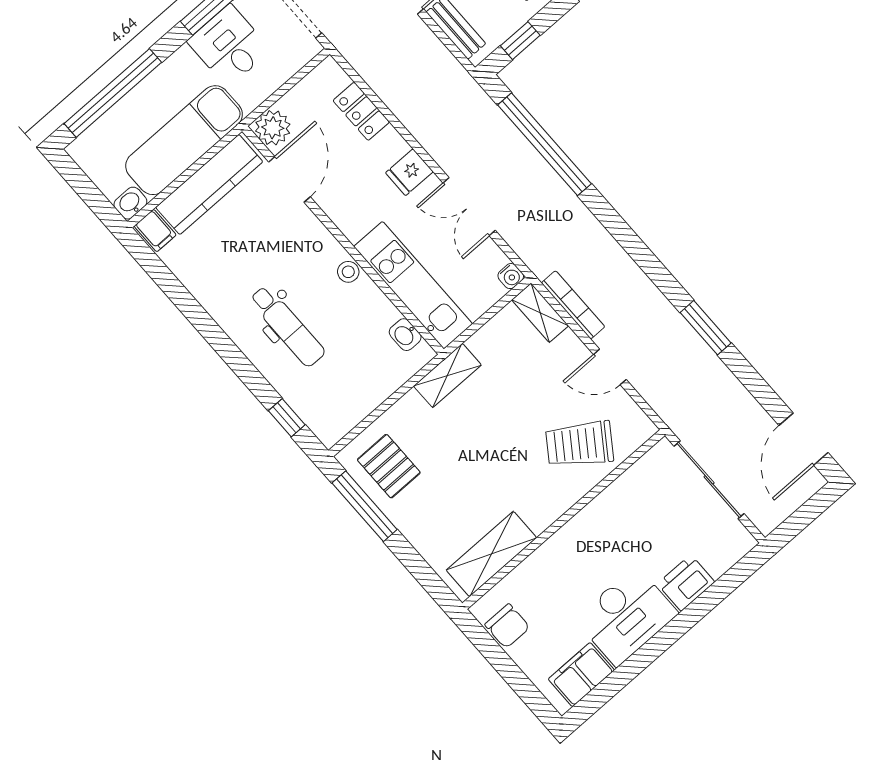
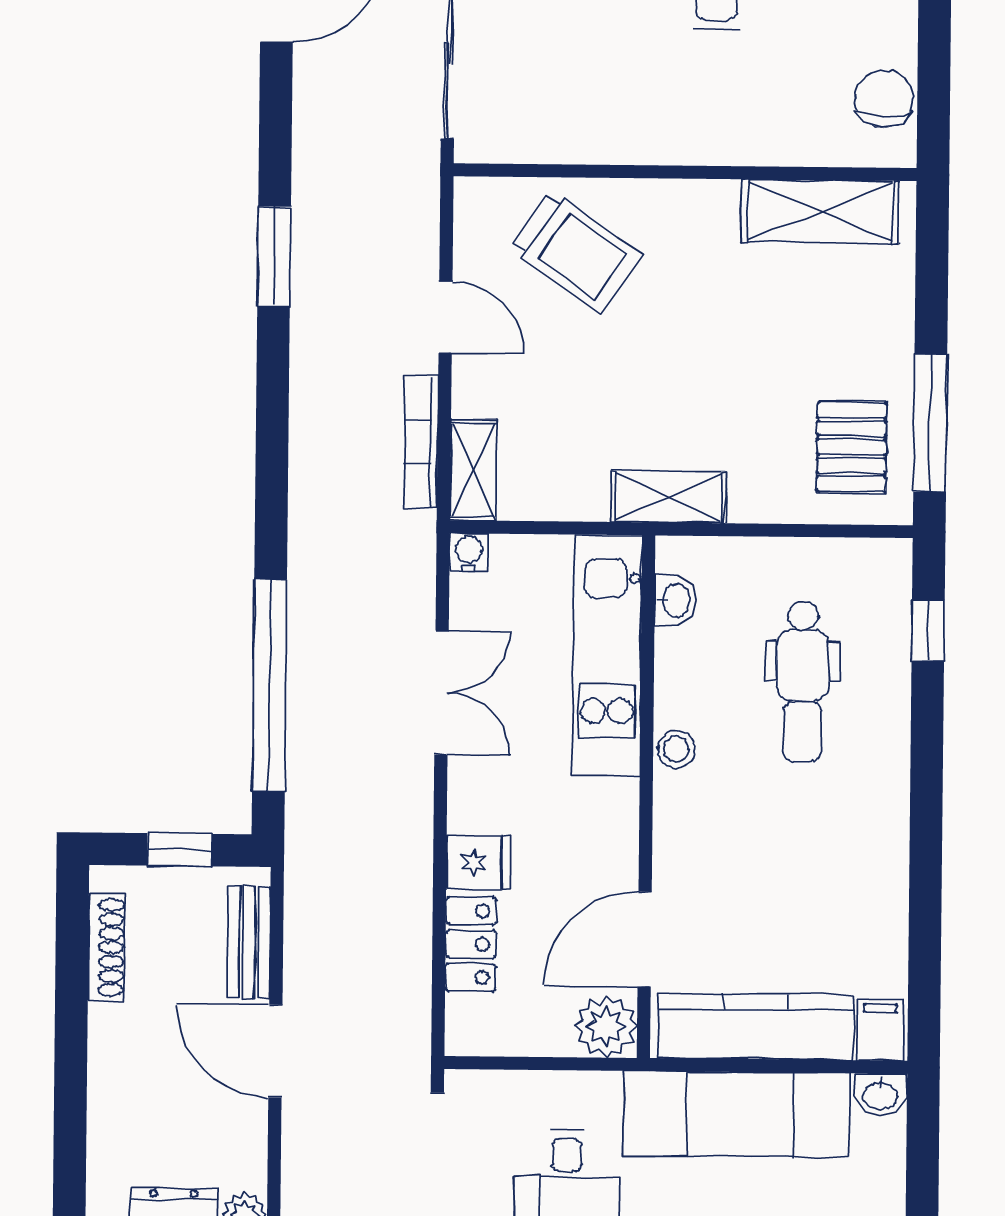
fridge: (409, 172) -> (479, 862), moved
dental chair: (287, 326) -> (803, 682), moved, turned 180

